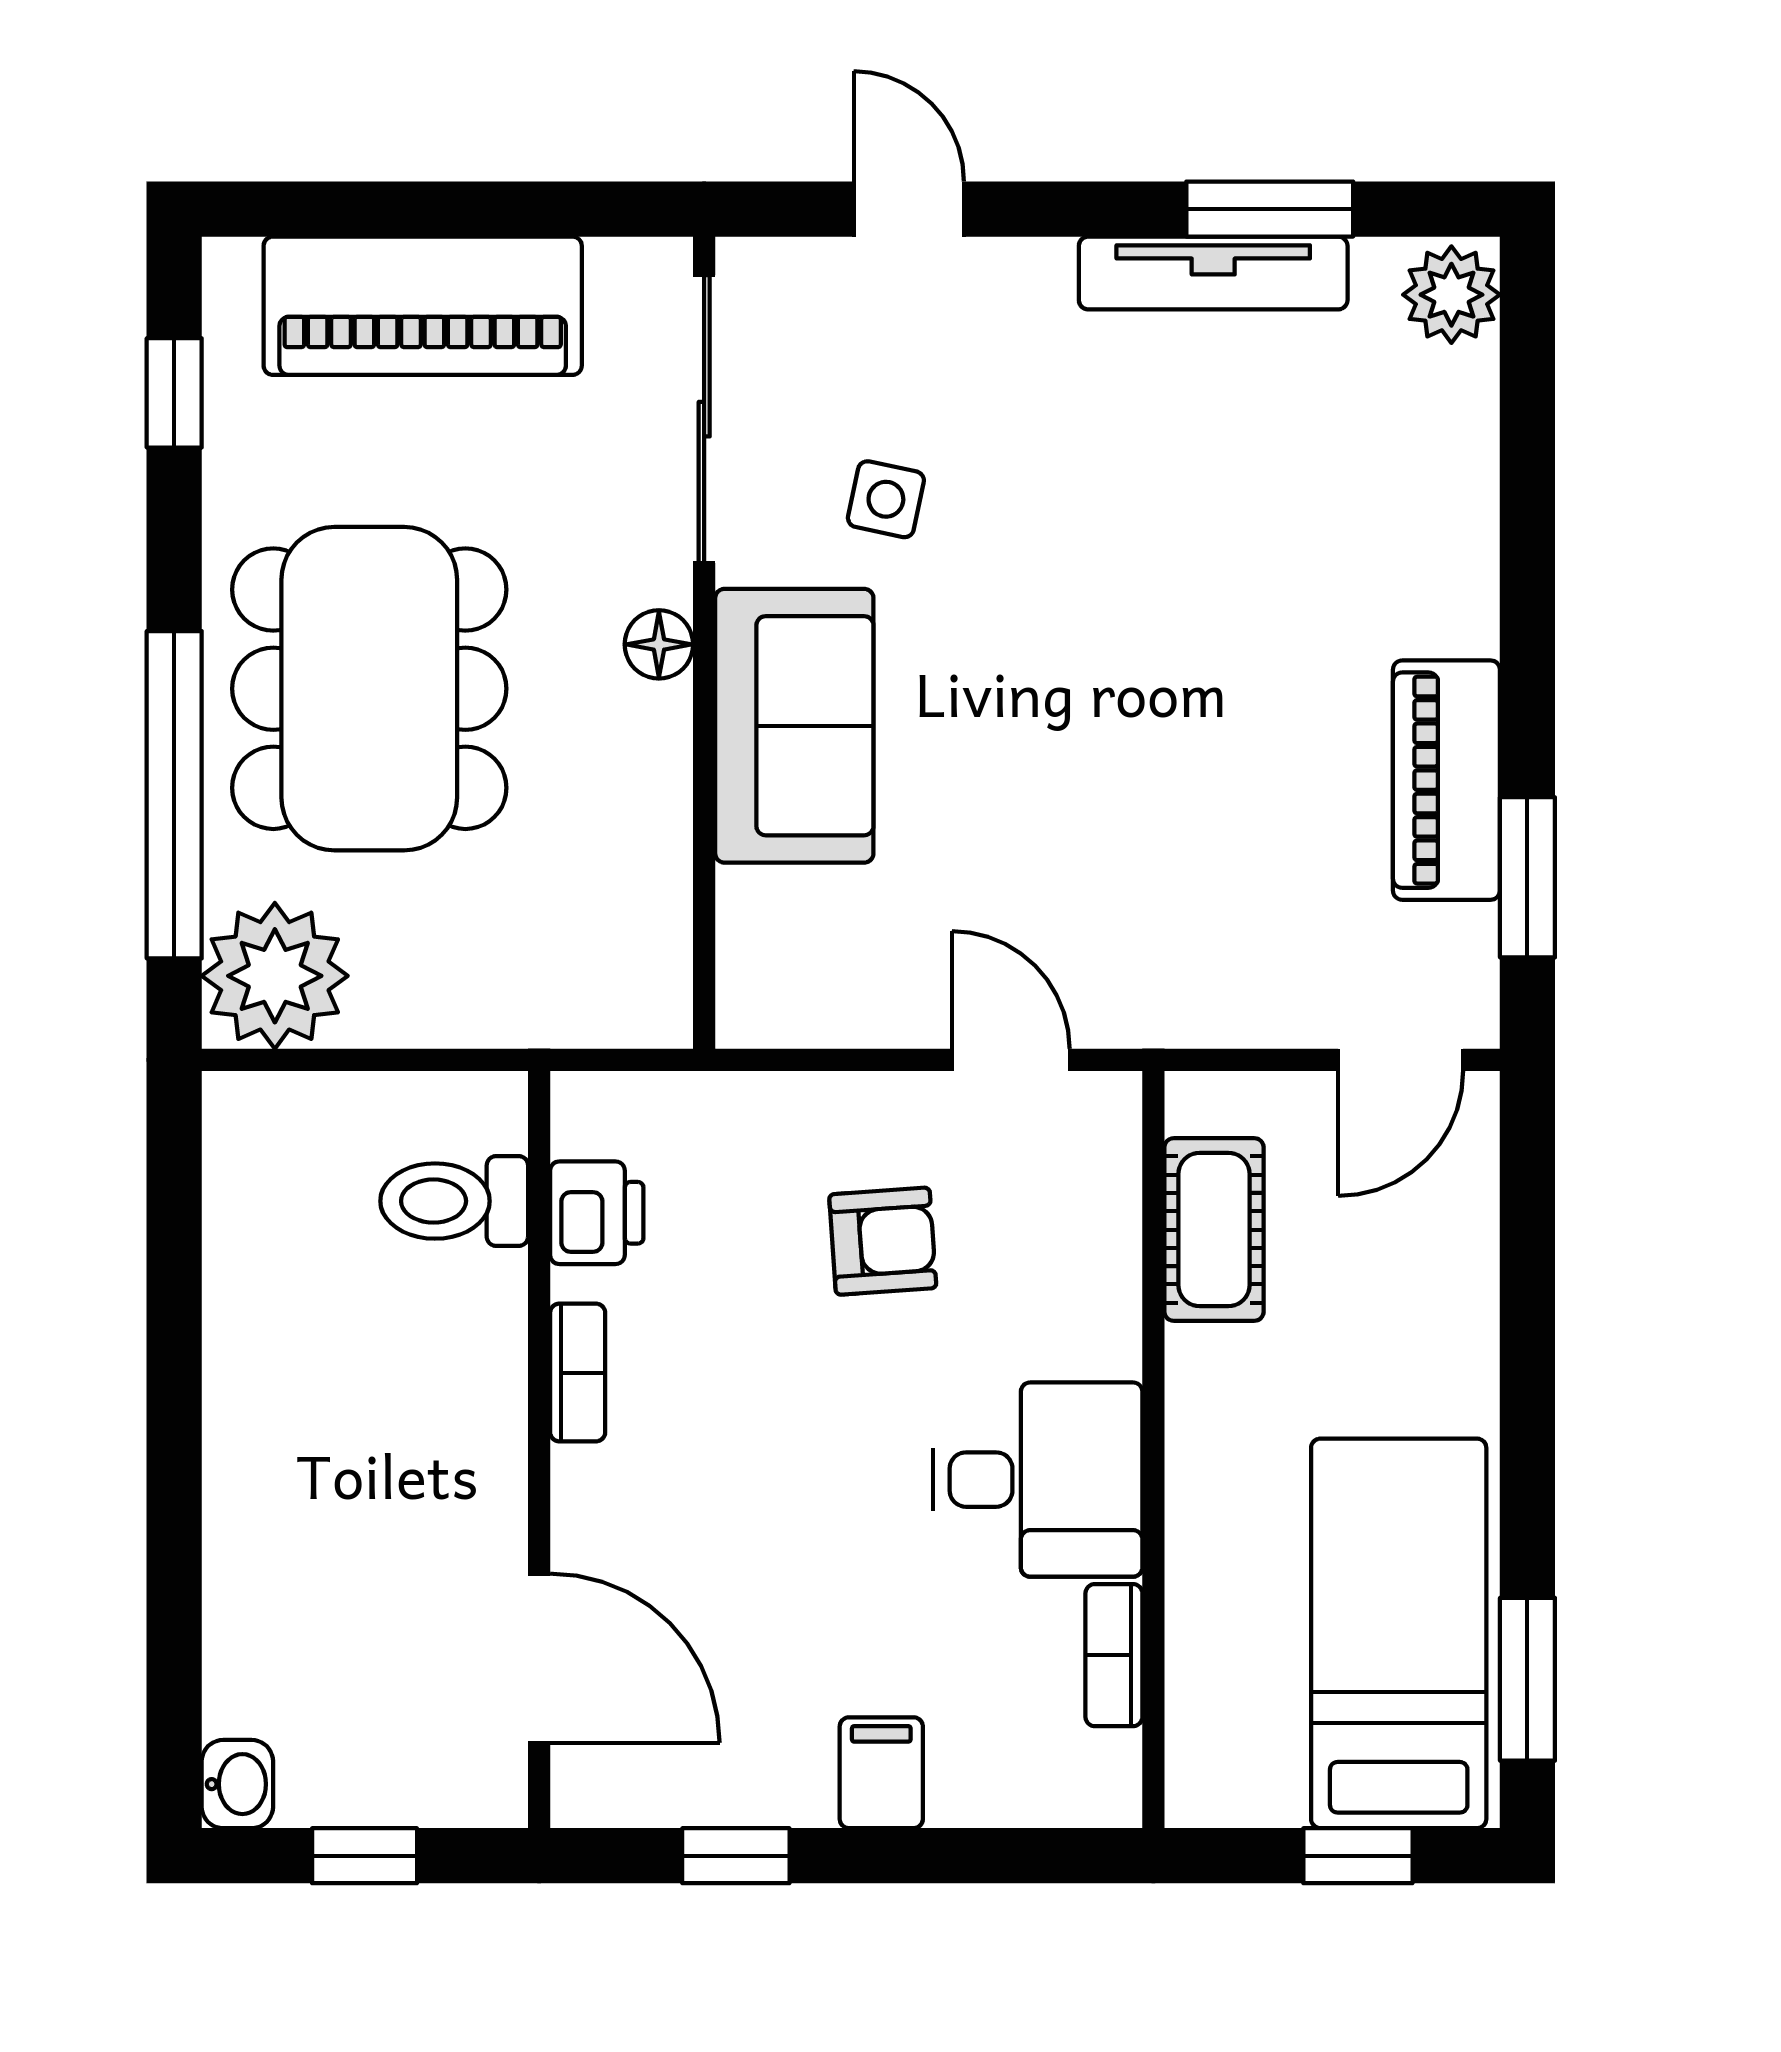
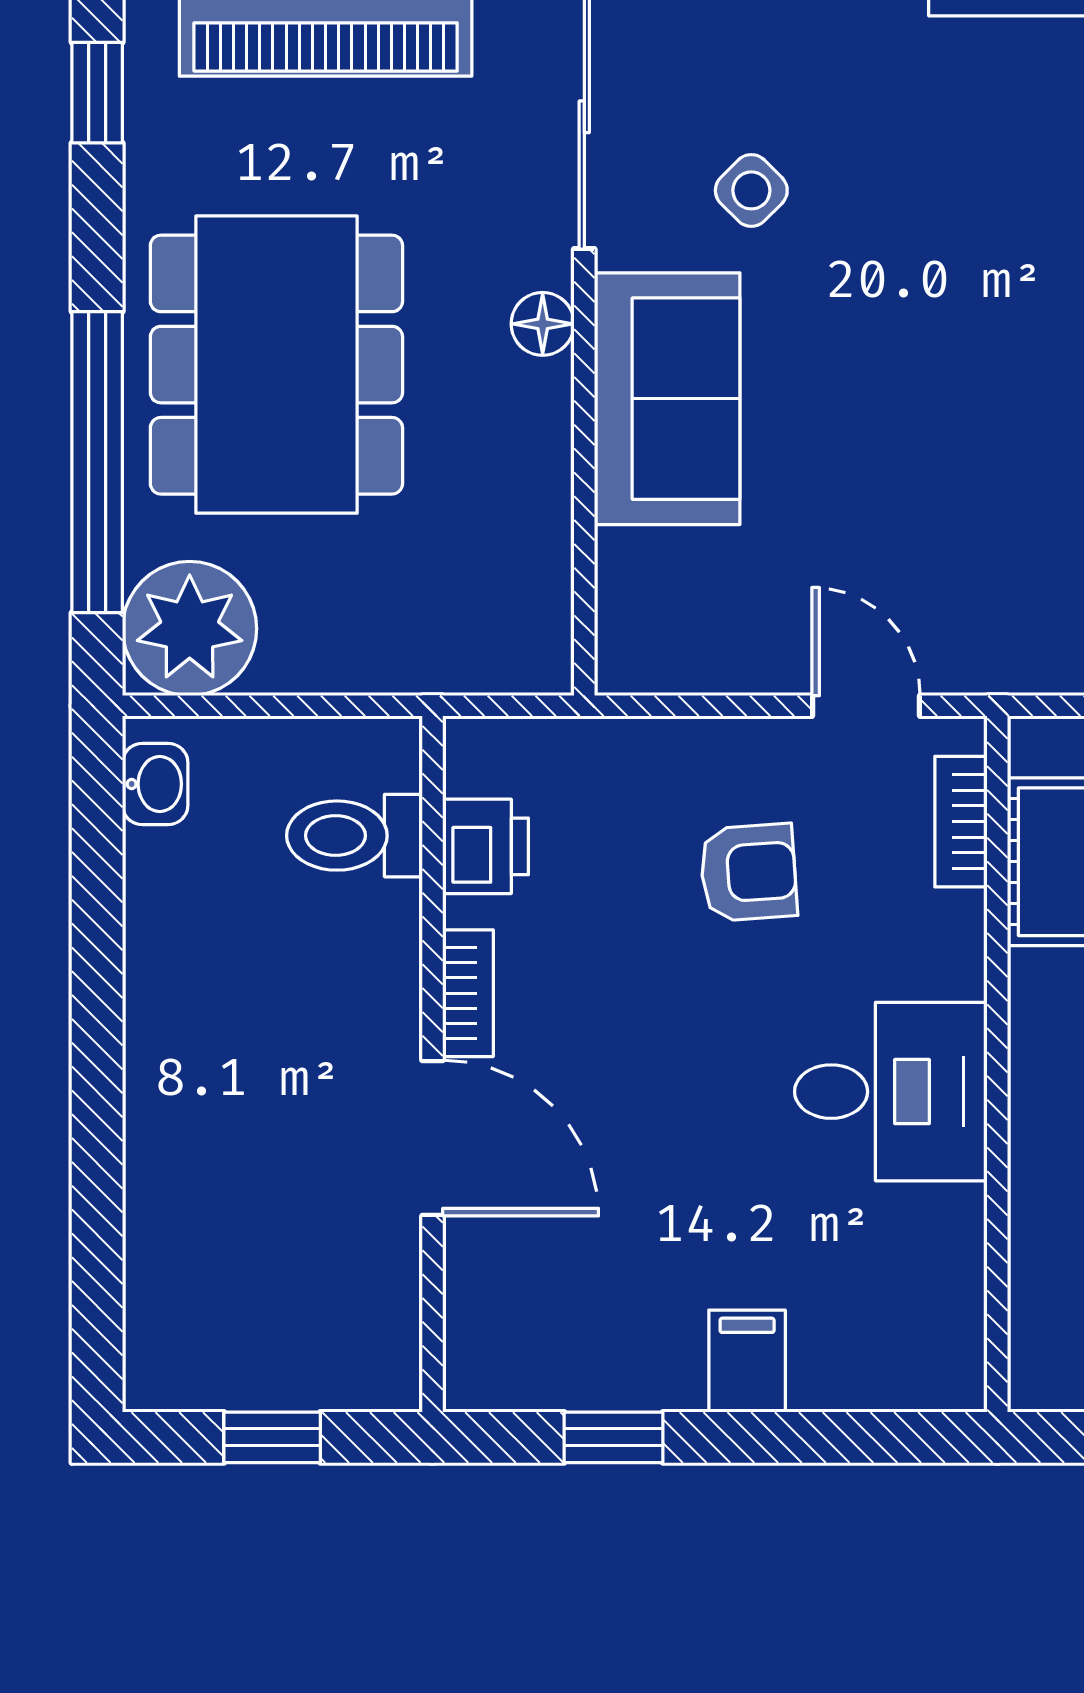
side table: (886, 499) -> (751, 190), turned 33
bookcase: (1114, 1655) -> (961, 822), moved
door: (539, 1658) -> (433, 1138), moved
washbasin: (237, 1784) -> (155, 784), moved

